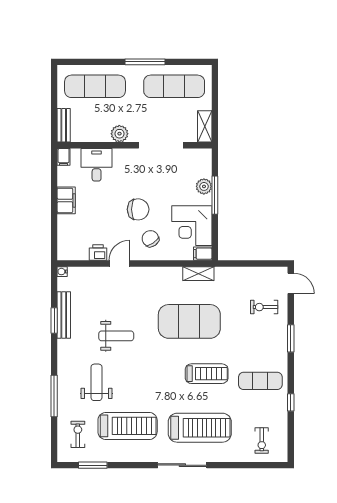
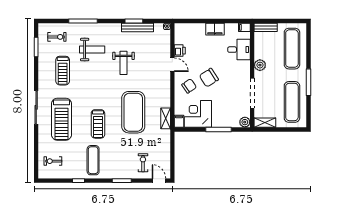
plant: (204, 186) -> (245, 122), moved
chair: (138, 209) -> (209, 78), turned 57
door: (291, 283) -> (159, 181), swing flipped
treadmill: (128, 426) -> (63, 71), width x0.73, depth x0.73

